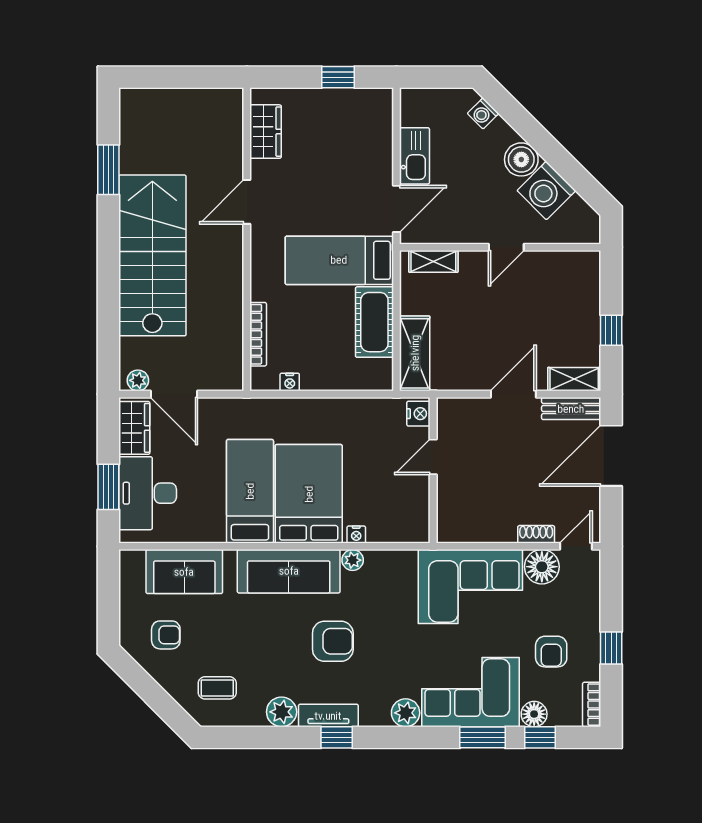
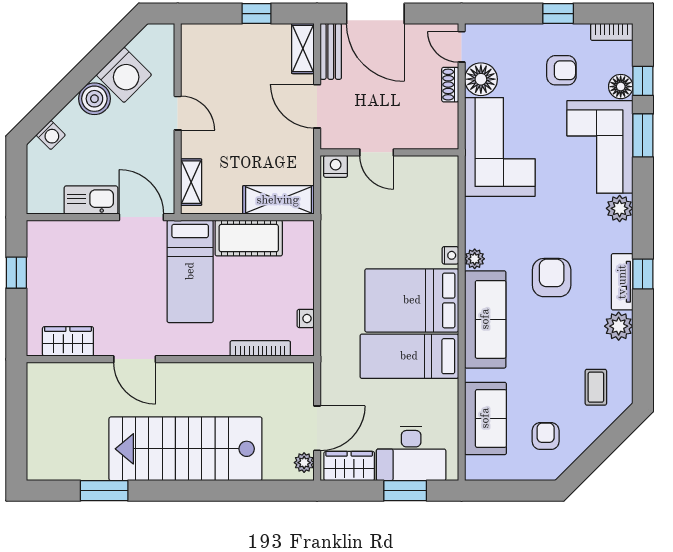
nightstand: (418, 414) -> (336, 166), moved
door: (433, 457) -> (377, 152), moved
wall: (433, 470) -> (389, 152), moved

